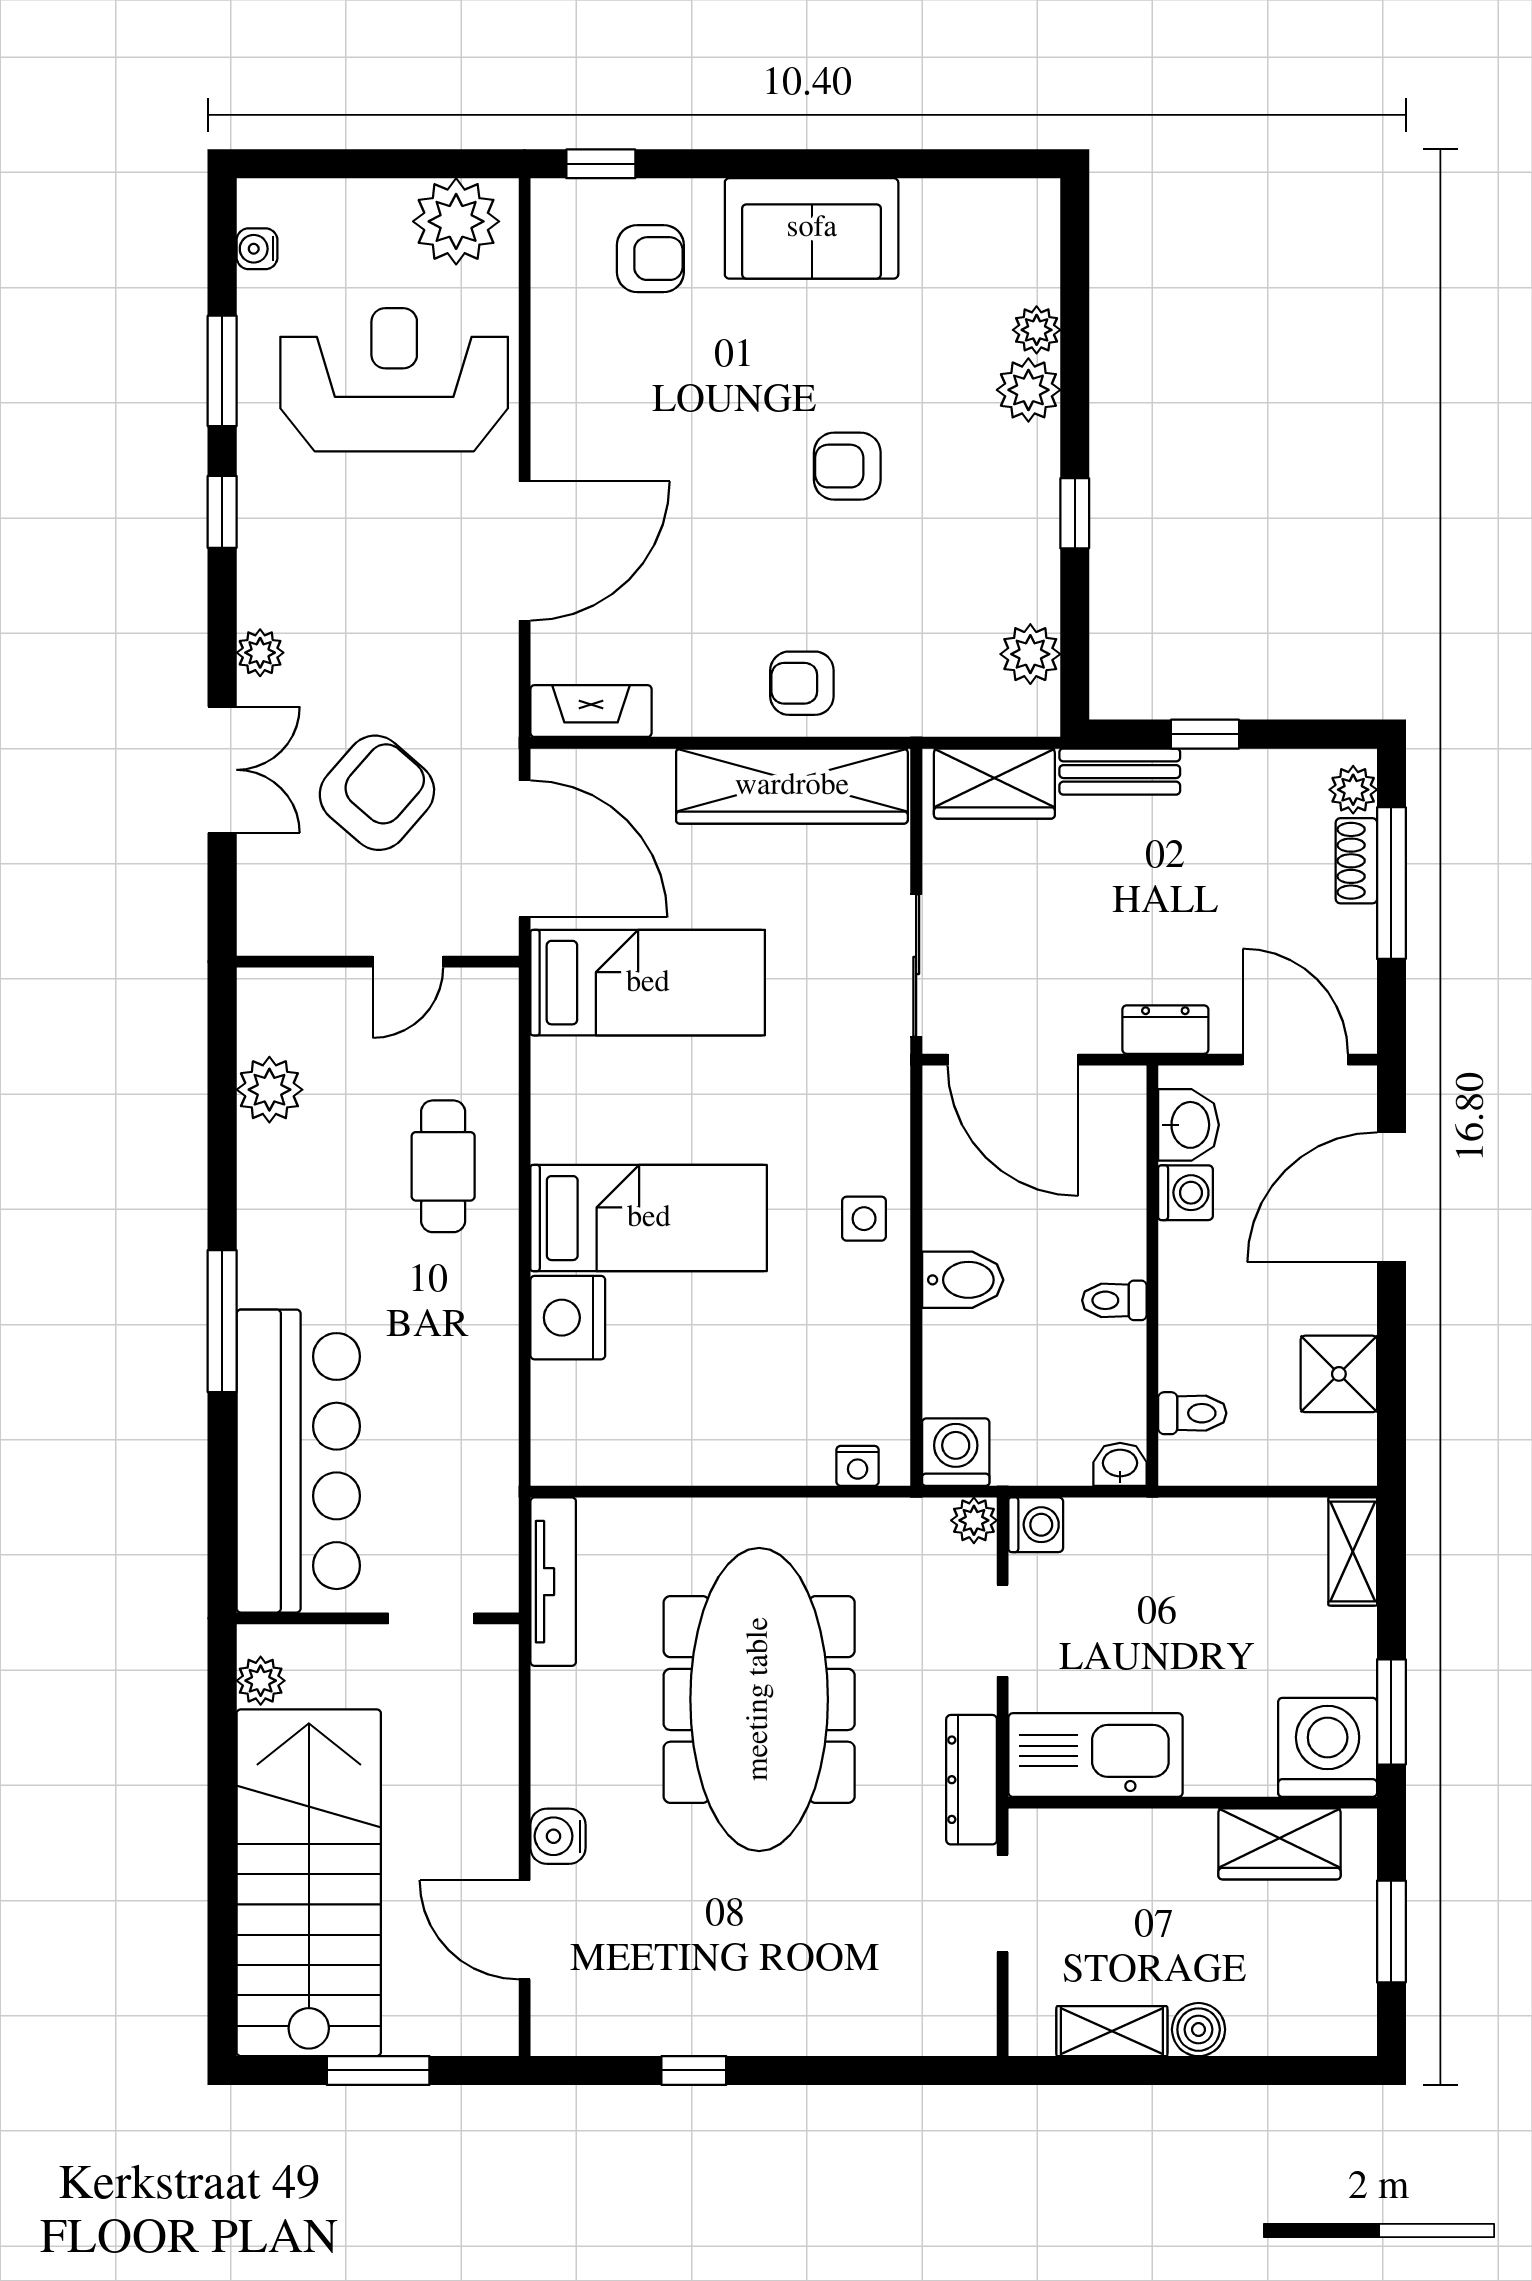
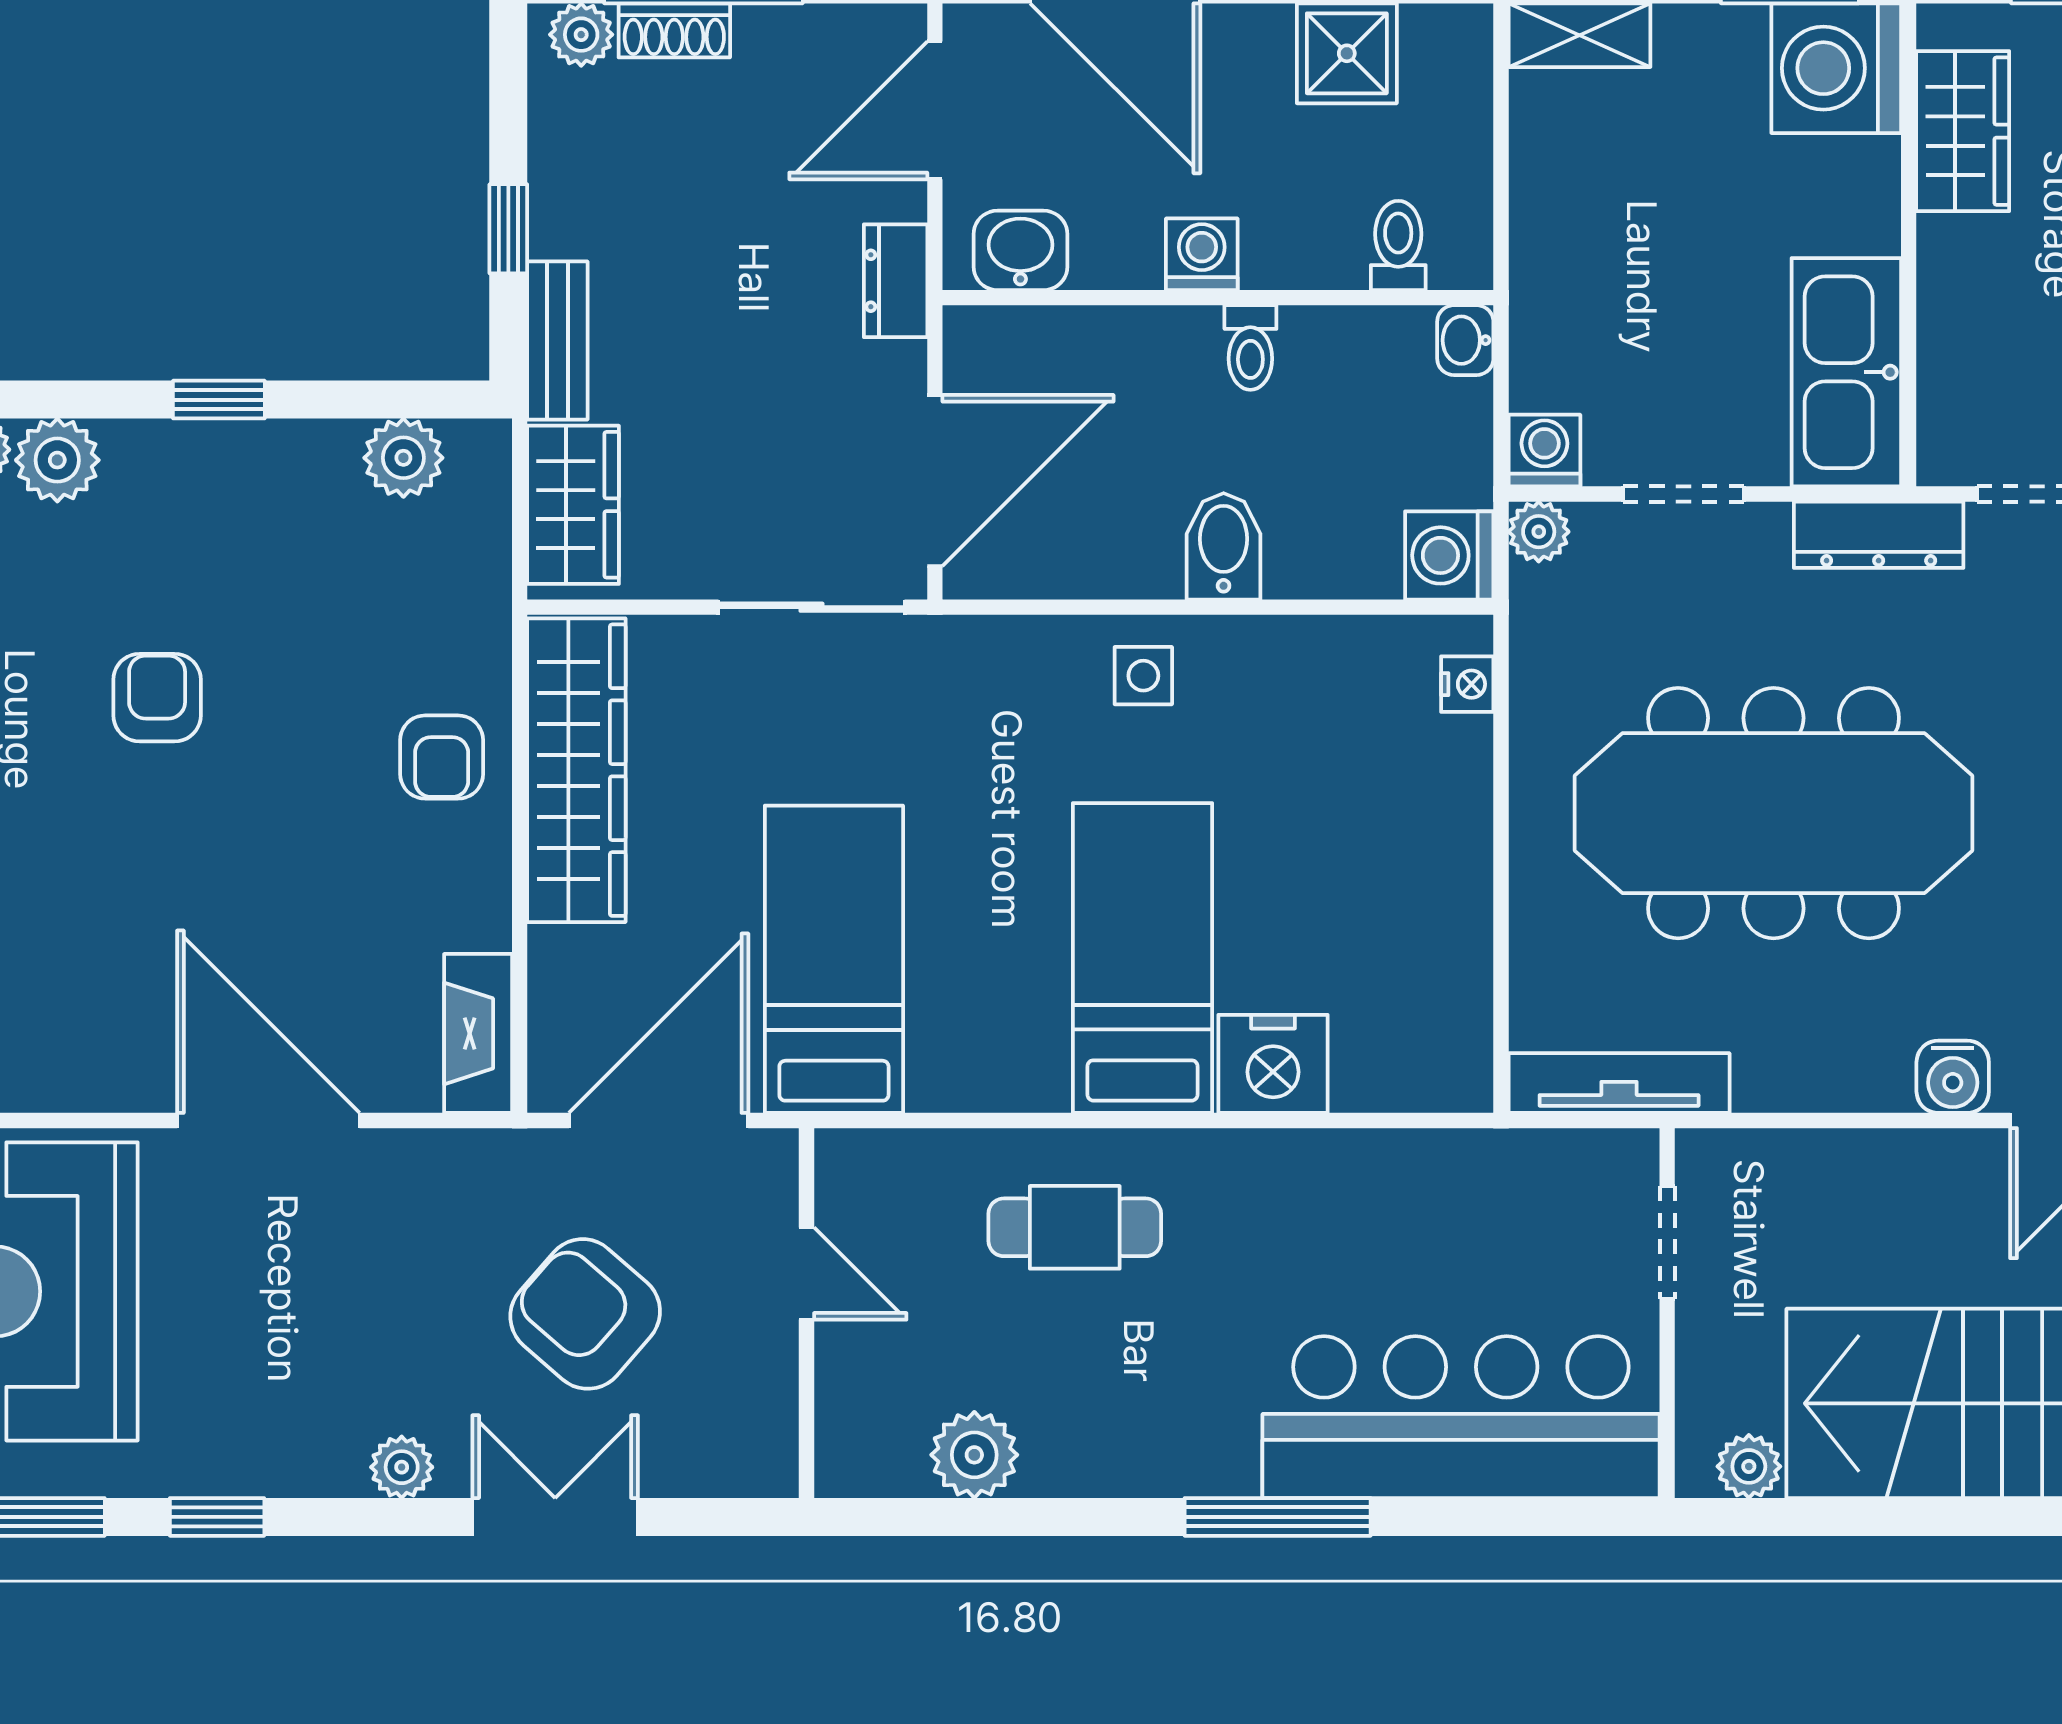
armchair: (847, 466) -> (157, 698), turned 180
washing machine: (1186, 1193) -> (1202, 254), moved

